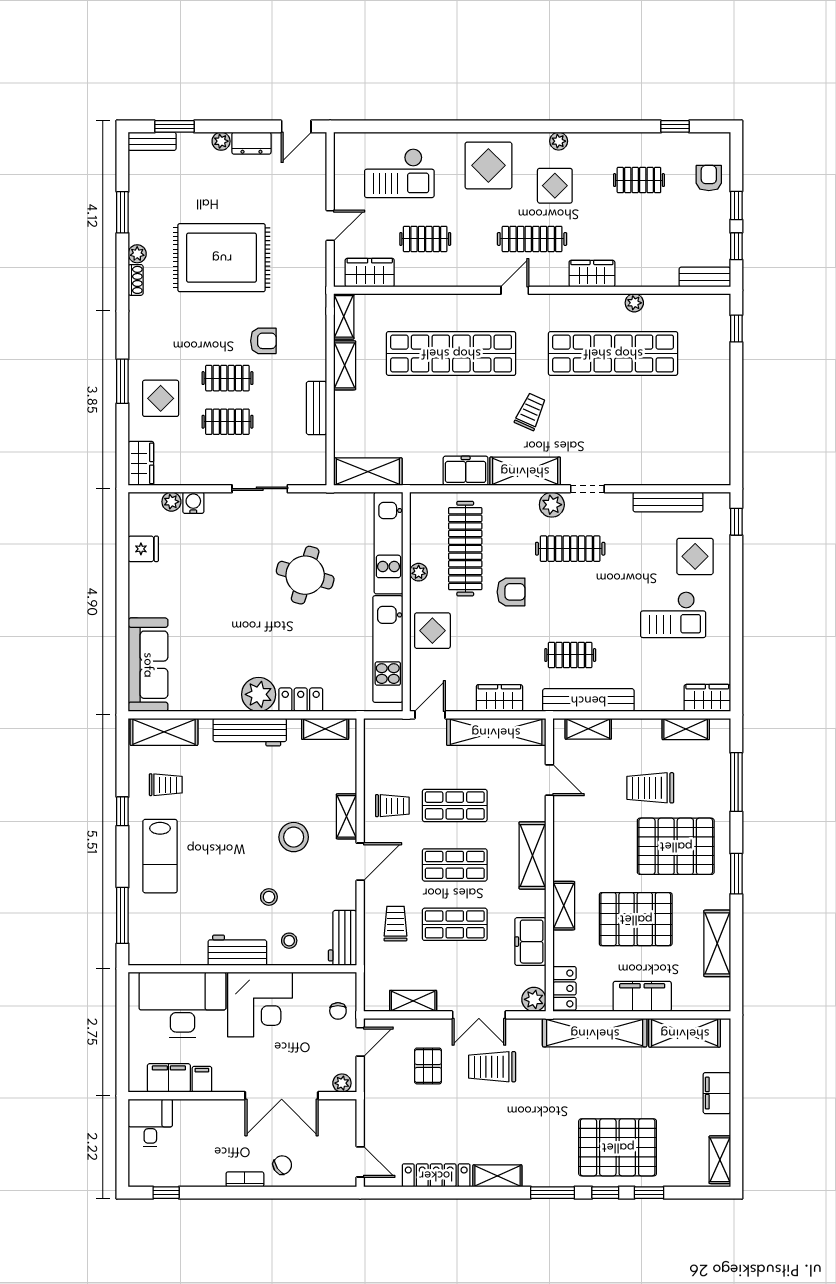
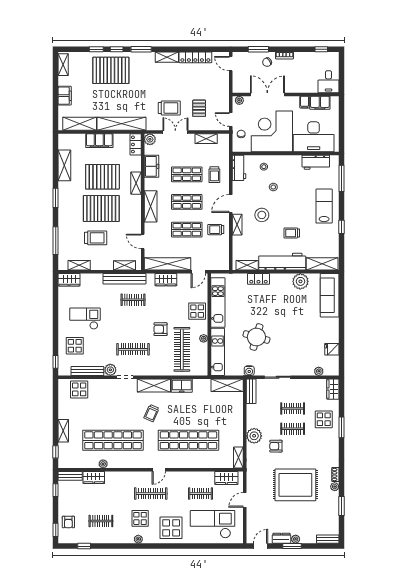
window: (174, 126) -> (292, 546), moved
checkout: (399, 173) -> (213, 524), width x1.36, depth x1.21
window: (736, 205) -> (56, 530), moved
wardrobe: (592, 274) -> (94, 477), moved
plant: (310, 363) -> (254, 436), added
shelving: (345, 365) -> (63, 431), moved
bench: (317, 408) -> (251, 391), moved
display table: (686, 462) -> (79, 389), added
water cooler: (193, 503) -> (249, 371), moved
plant: (552, 505) -> (110, 370), moved
plant: (259, 694) -> (300, 281), moved
workbench: (250, 732) -> (282, 262), width x1.36, depth x1.32
trolley: (166, 785) -> (292, 233), moved
pallet: (676, 846) -> (101, 209), moved
workbench: (237, 950) -> (316, 162), moved
corner desk: (260, 1005) -> (272, 131), width x1.36, depth x1.36
door: (360, 1042) -> (231, 120), hinge flipped
window: (301, 1193) -> (258, 49), added

